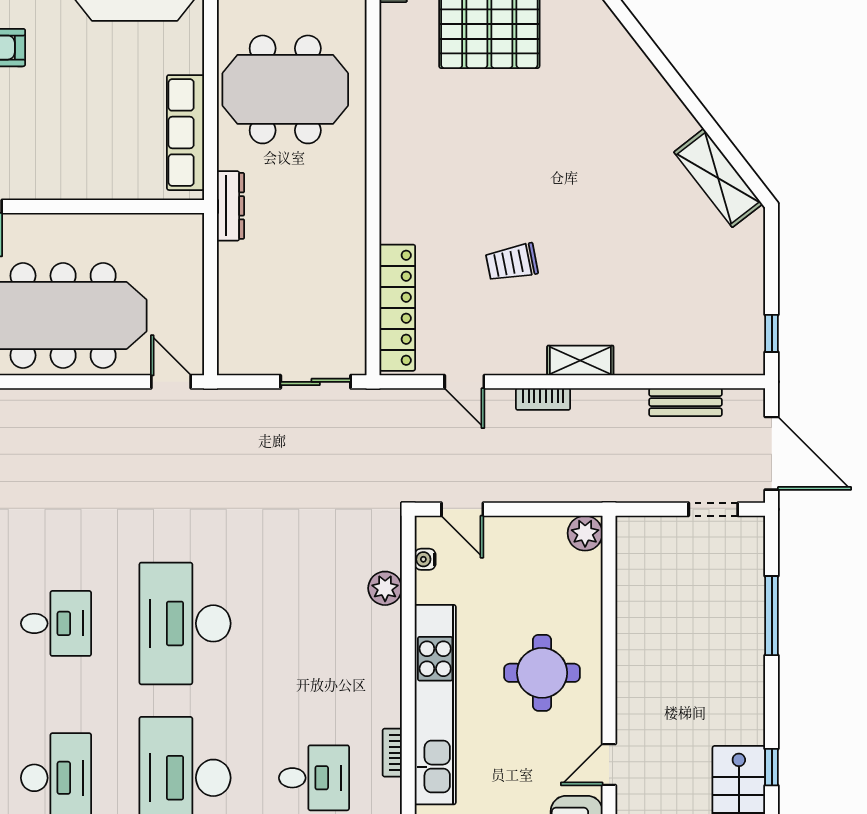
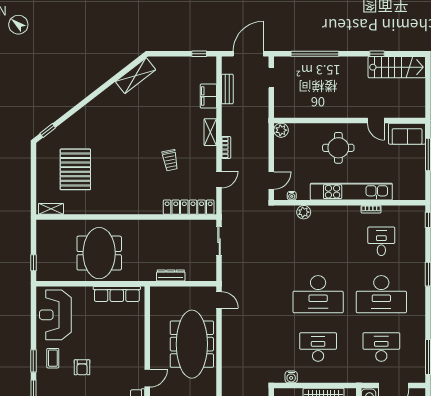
dresser: (230, 206) -> (171, 276), moved
filing cabinet: (668, 356) -> (208, 96), added
door: (171, 382) -> (219, 300), swing flipped
window: (772, 616) -> (315, 54), width x1.46
desk: (56, 623) -> (318, 347), width x1.37

